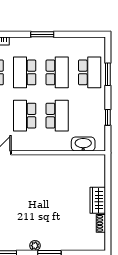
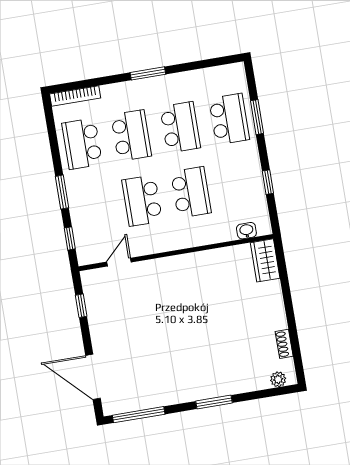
school desk: (25, 72) -> (131, 135), turned 180
washbasin: (83, 144) -> (246, 231), width x0.52, depth x0.69
wardrobe: (98, 200) -> (265, 260), moved
plant: (35, 246) -> (278, 379), moved

